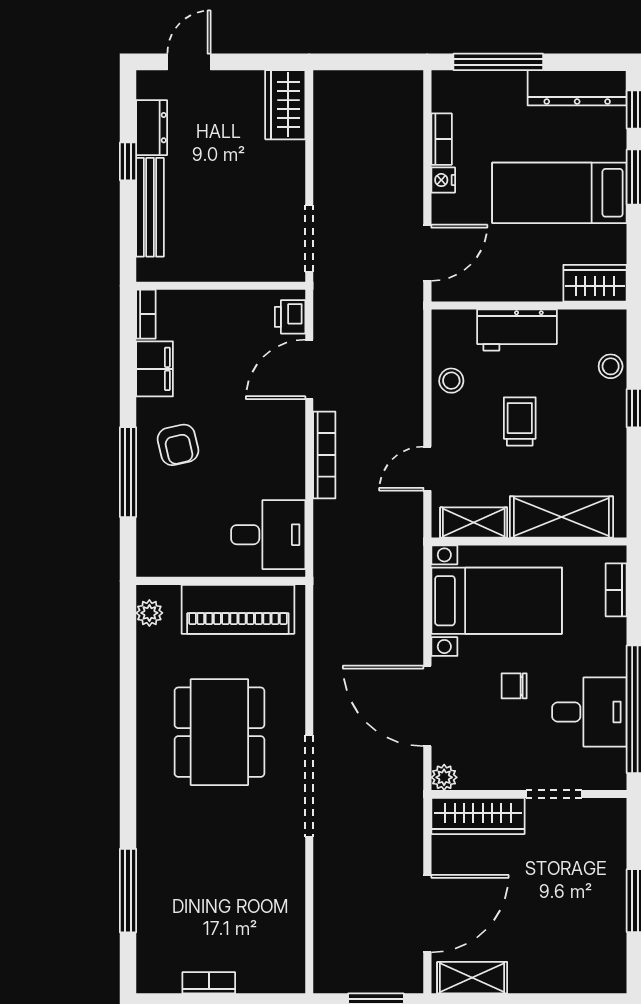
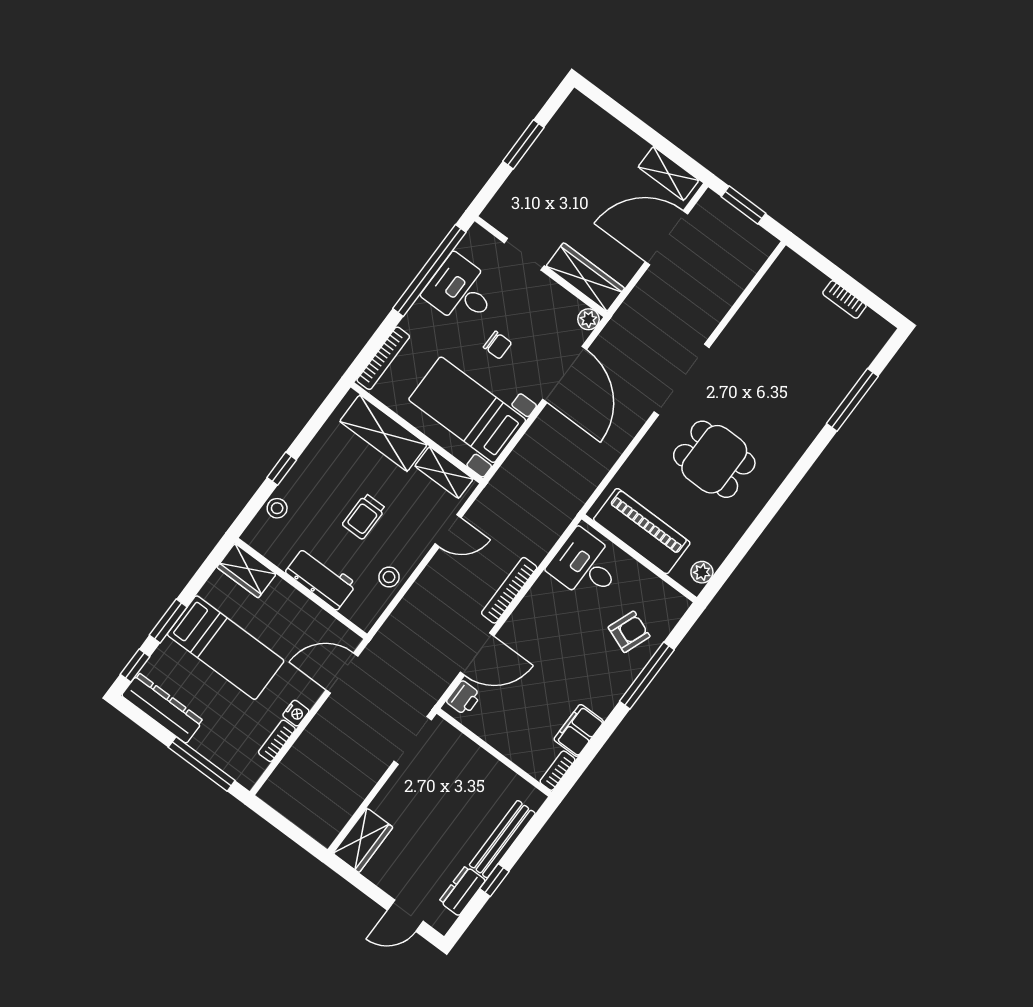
armchair: (178, 445) -> (629, 632), moved, turned 34
bookcase: (616, 590) -> (383, 358), width x1.56
dining table: (219, 732) -> (714, 459), width x0.73

